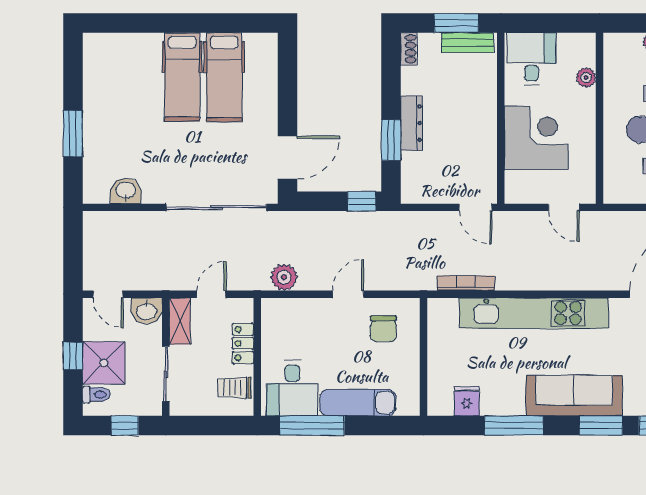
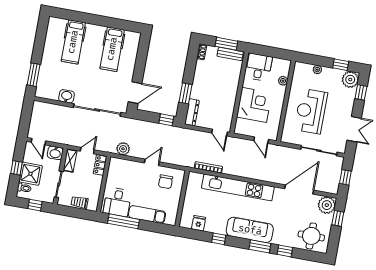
hospital bed: (182, 77) -> (73, 42), moved
dresser: (411, 123) -> (192, 112), moved
window: (73, 134) -> (34, 75), moved
washbasin: (126, 191) -> (67, 96), moved
locker: (243, 343) -> (100, 165), moved
trolley: (235, 388) -> (80, 202), moved
window: (514, 425) -> (219, 239), width x0.46

